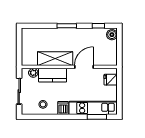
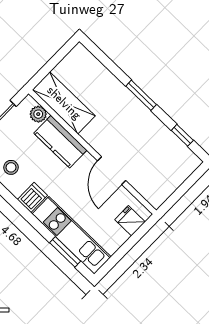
boiler: (112, 35) -> (189, 164), removed
shelving: (55, 59) -> (64, 103), moved
door: (84, 67) -> (112, 171), swing flipped

